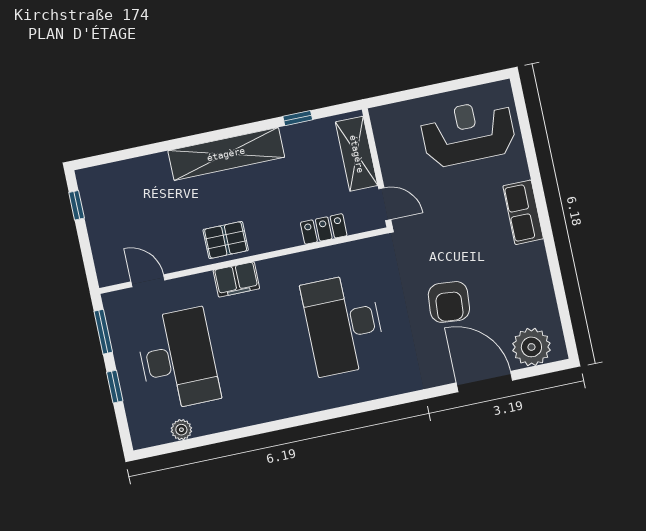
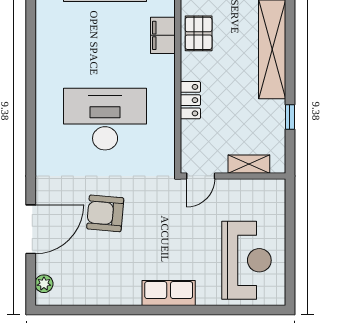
shelving: (357, 154) -> (249, 164), width x0.67, depth x0.75
locker: (324, 229) -> (190, 100), moved
plant: (531, 347) -> (44, 284), width x0.53, depth x0.53

